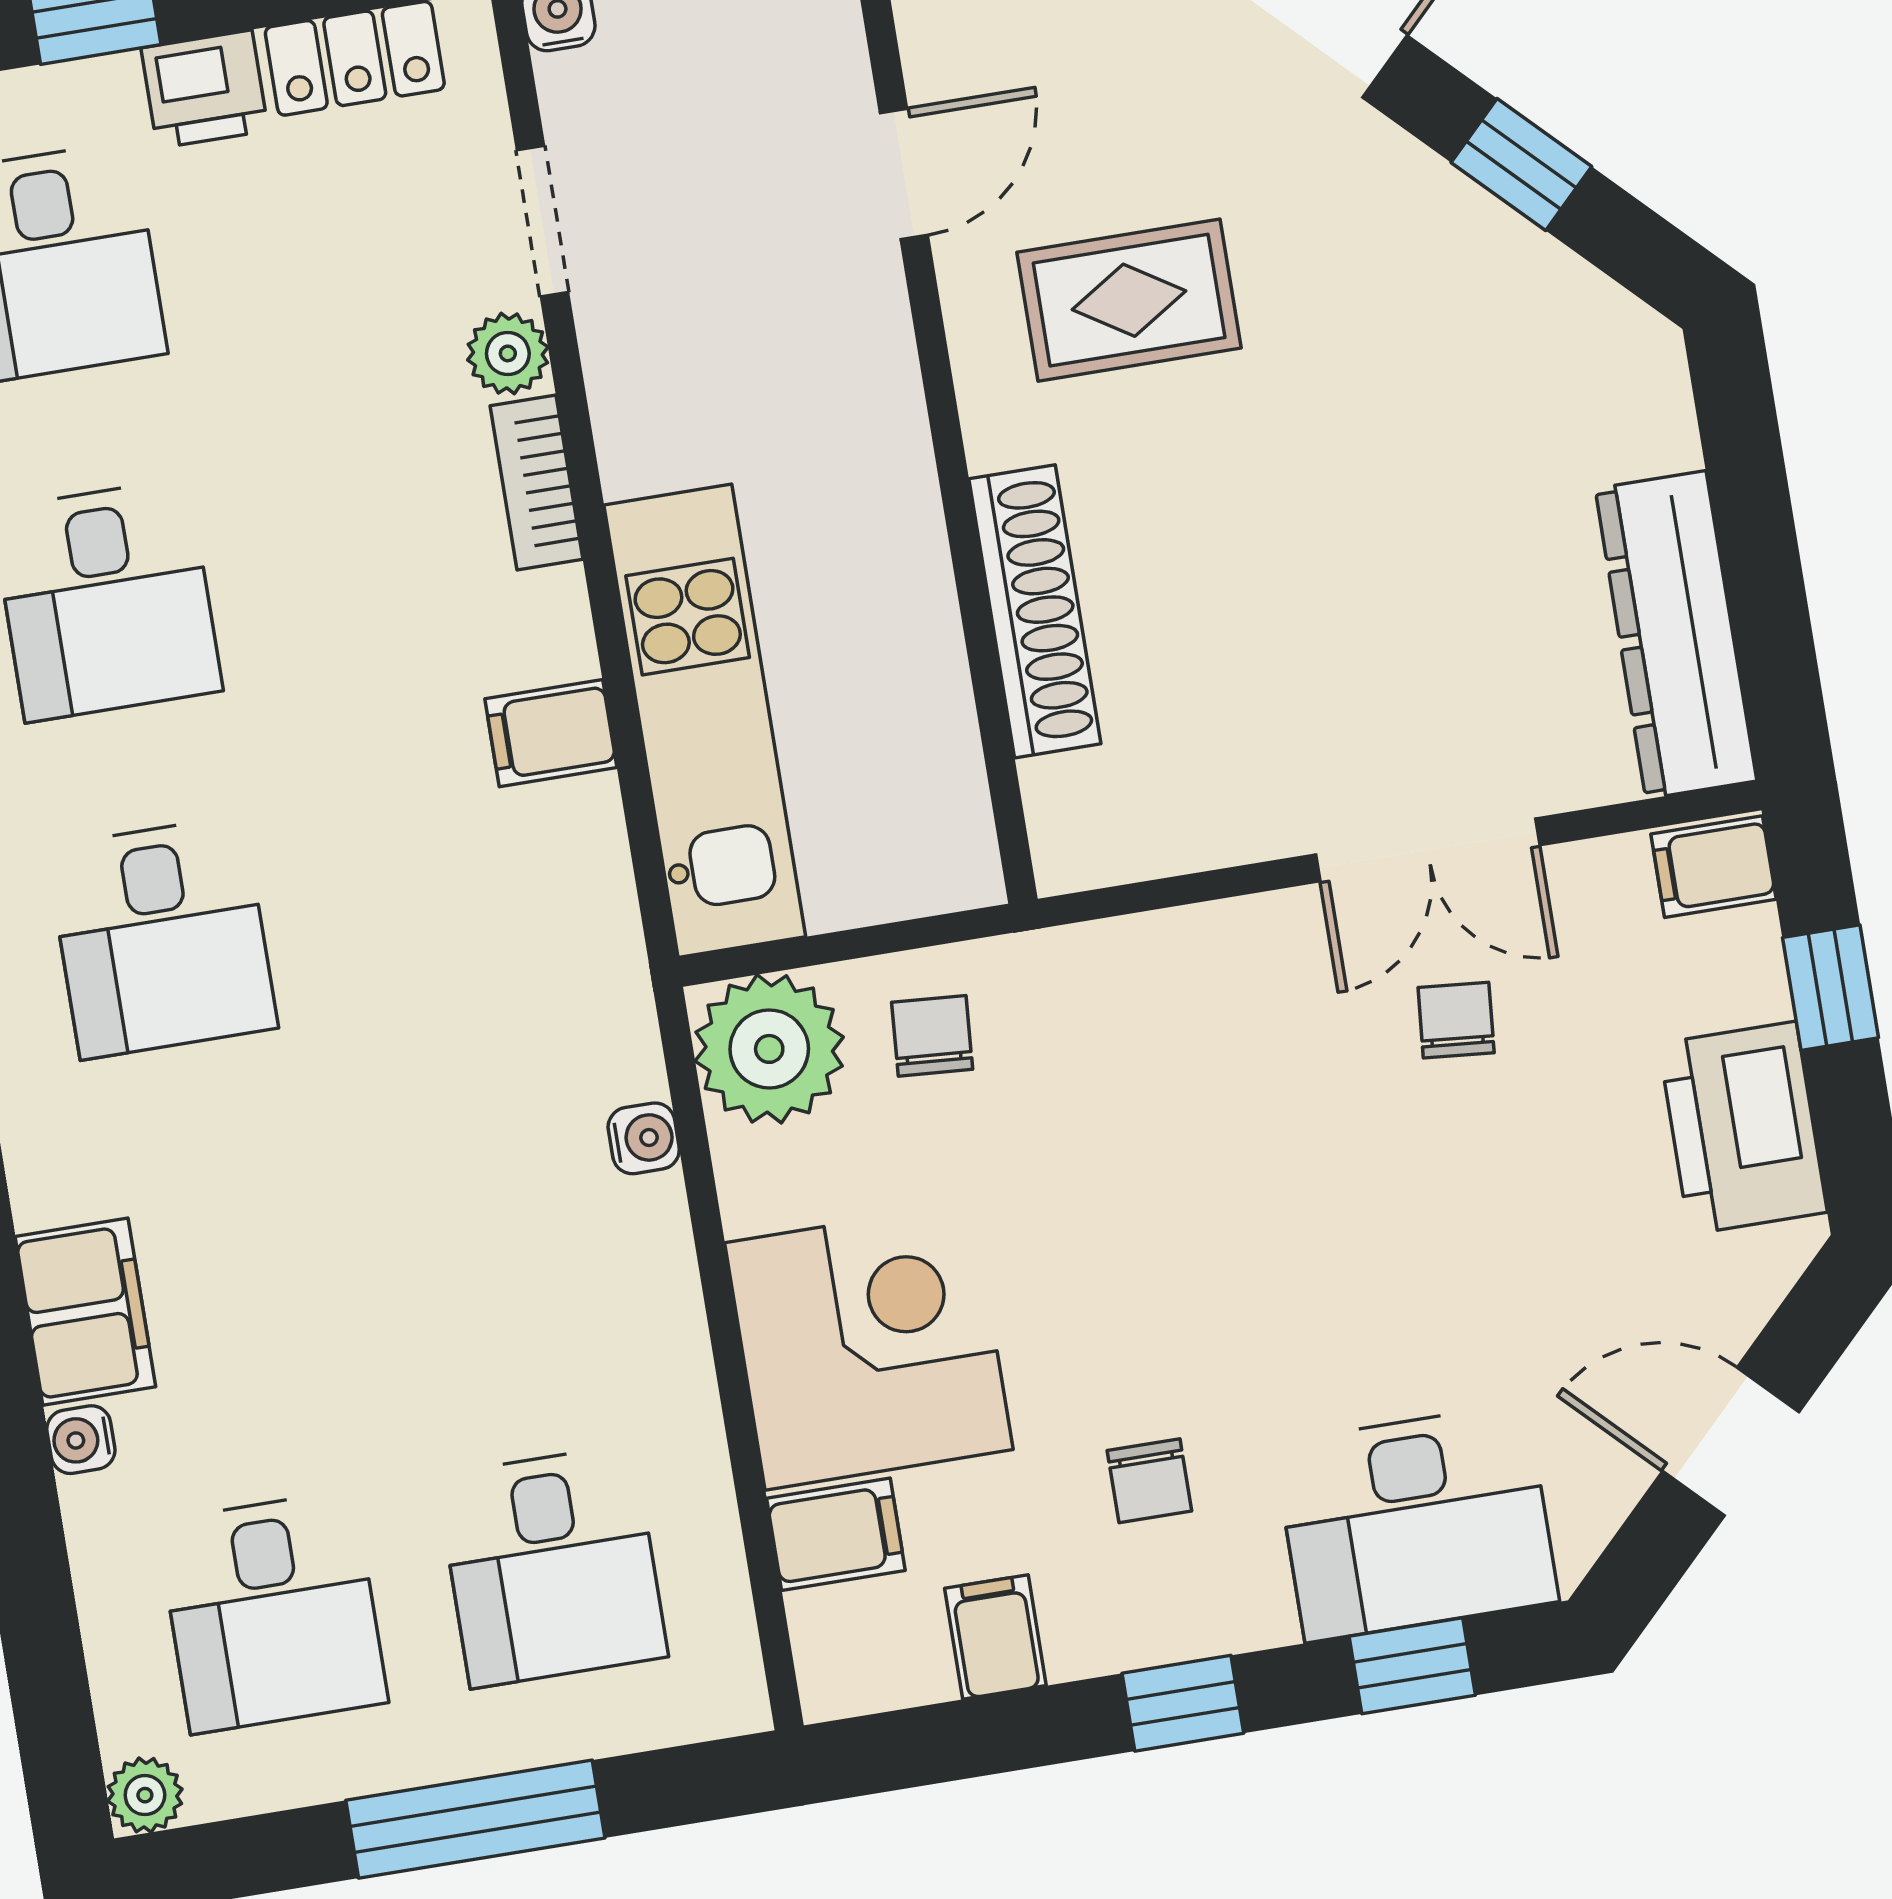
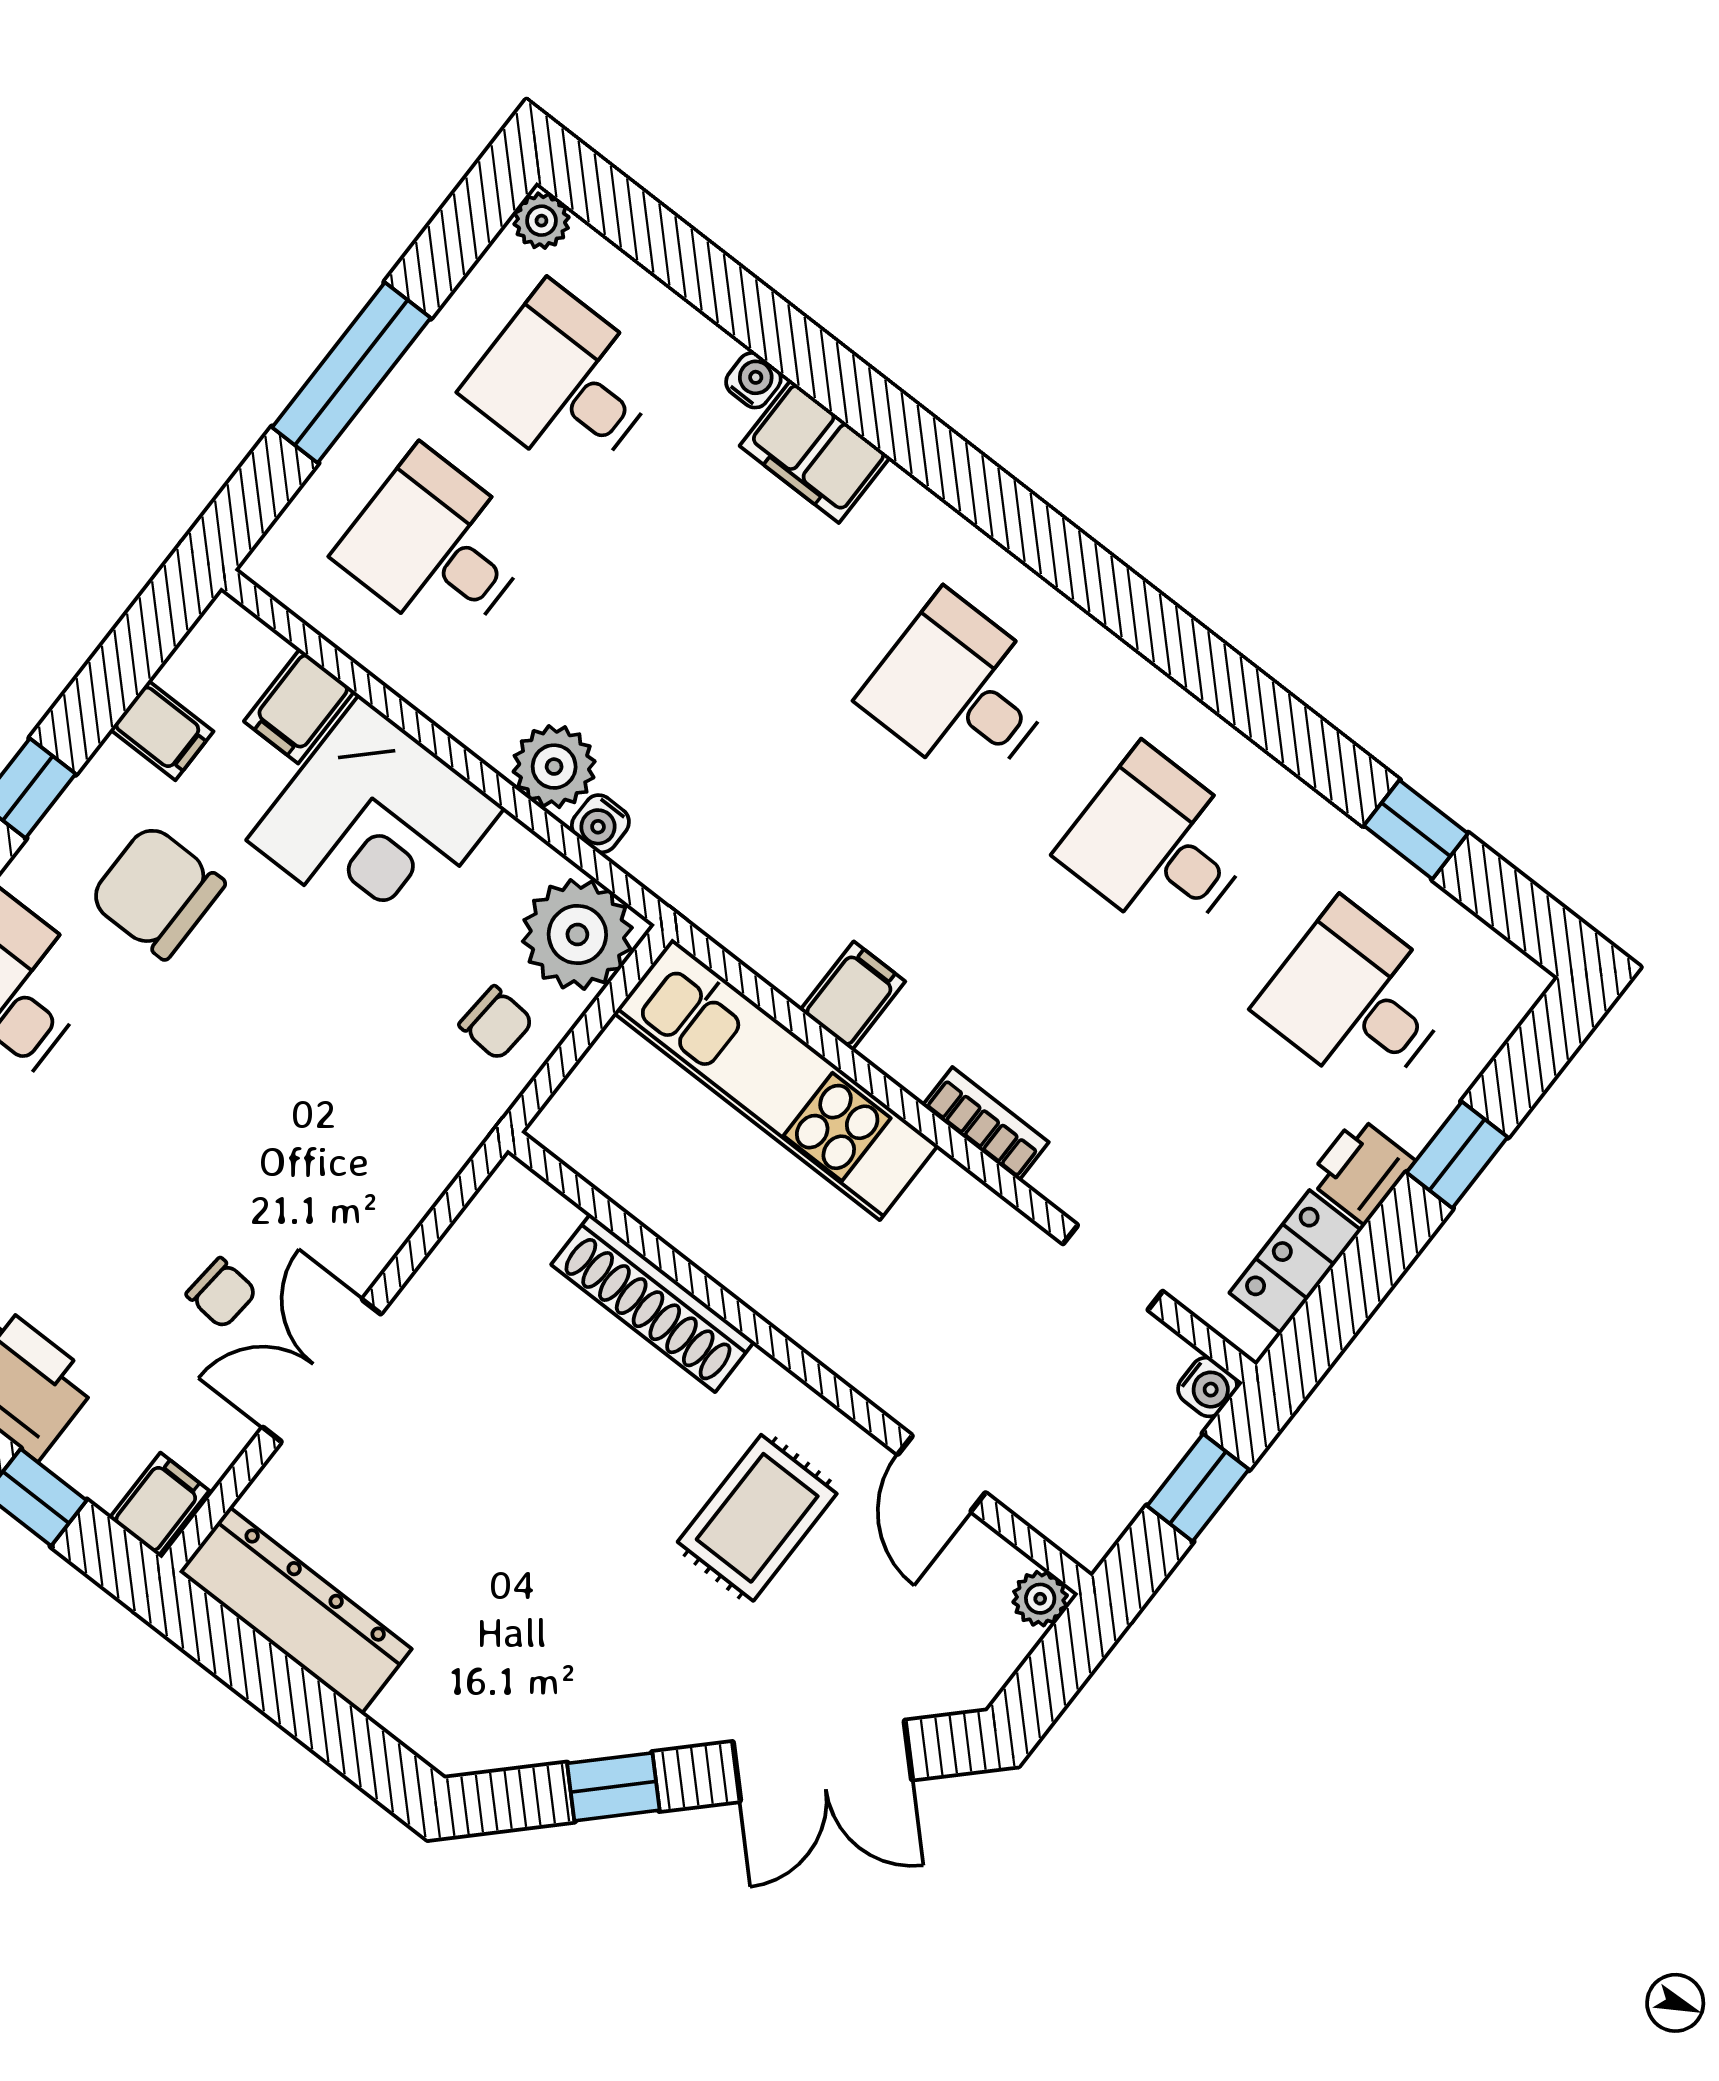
plant: (508, 353) -> (554, 767), moved, width x1.38, depth x1.38
chair: (1149, 1481) -> (157, 892), width x1.87, depth x1.87

